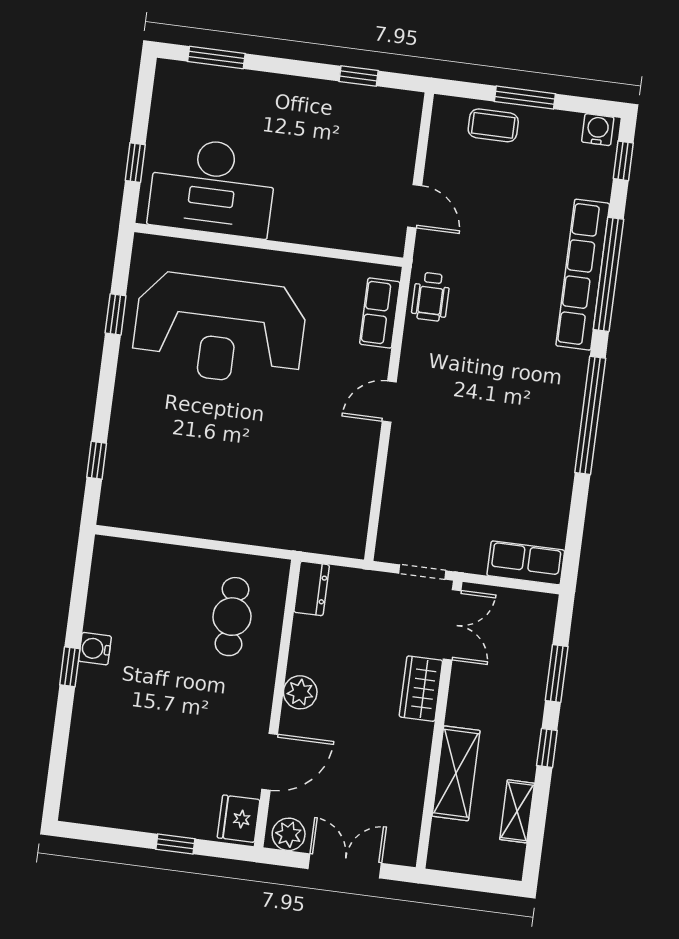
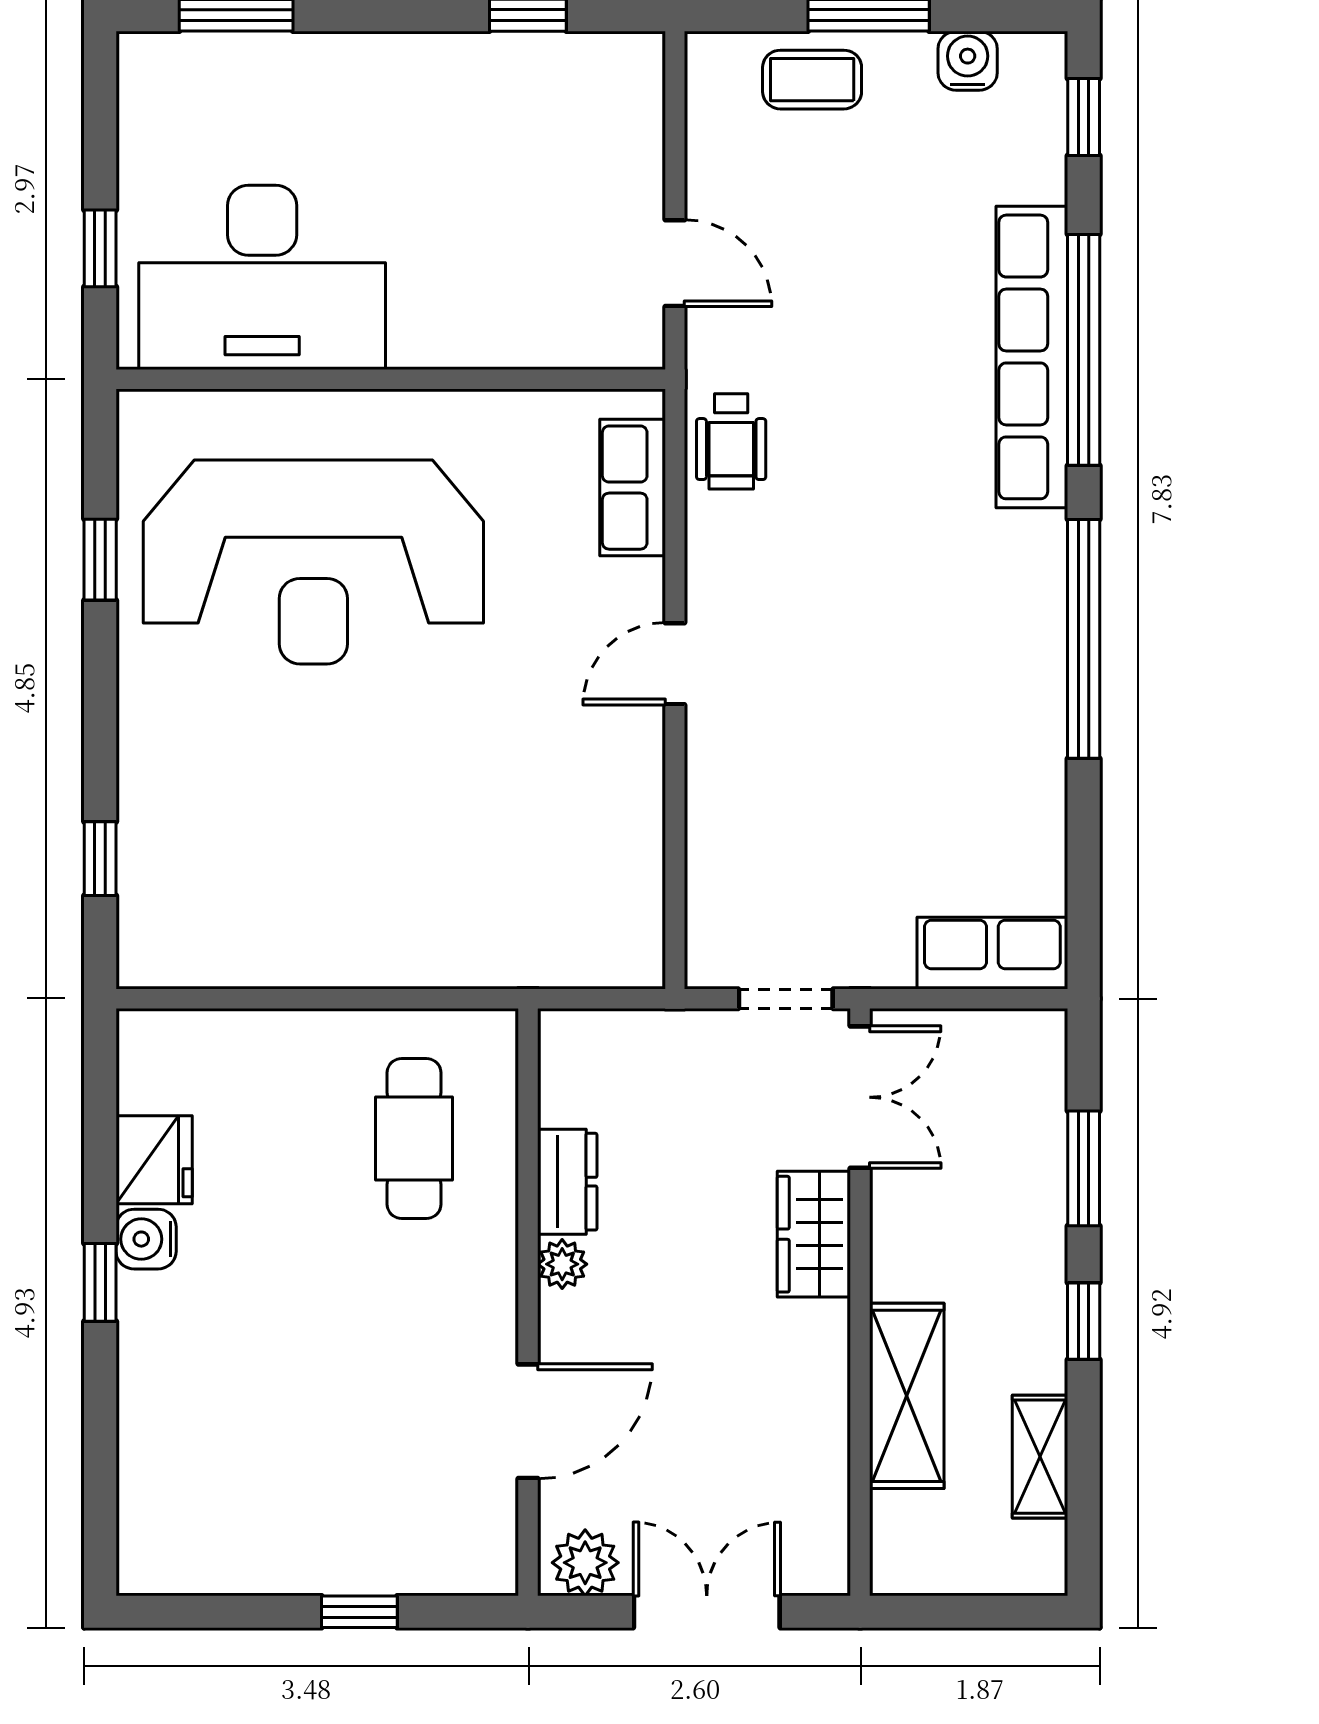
water cooler: (598, 130) -> (968, 61), moved
dresser: (312, 588) -> (567, 1182), moved
plant: (300, 692) -> (562, 1264), width x0.73, depth x0.73
fridge: (239, 819) -> (154, 1160), moved, turned 180

